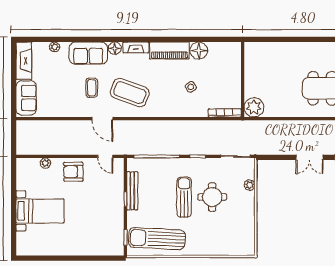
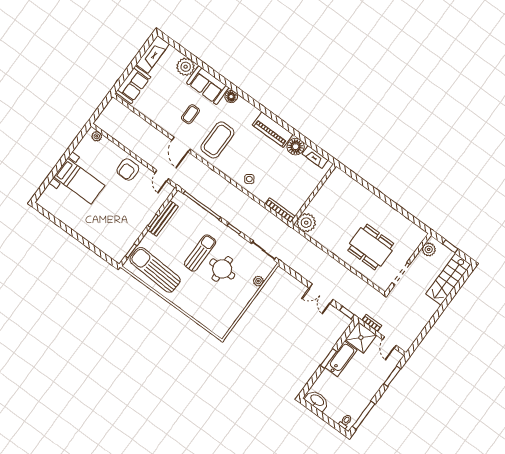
plant: (55, 47) -> (186, 67), width x1.88, depth x1.88
fireplace: (136, 47) -> (315, 157), moved
side table: (191, 87) -> (249, 179), moved
coffee table: (130, 93) -> (217, 140), turned 70
plant: (45, 163) -> (97, 136), moved
armchair: (73, 172) -> (128, 170), turned -90

